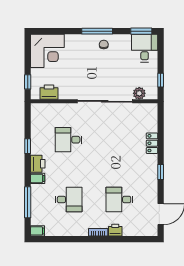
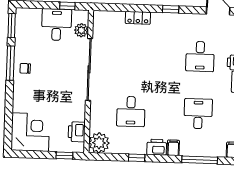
window: (97, 31) -> (10, 63), moved
desk: (145, 48) -> (57, 25), moved, turned 90
plant: (40, 112) -> (99, 143), added

